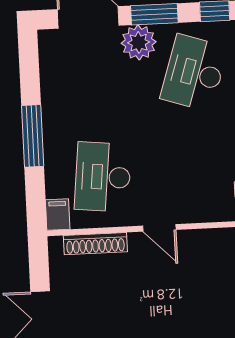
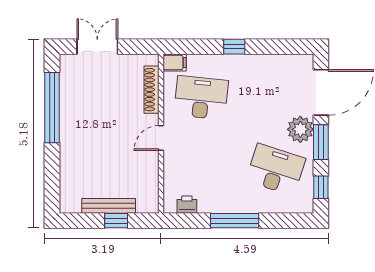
window: (33, 136) -> (234, 47), width x0.46

